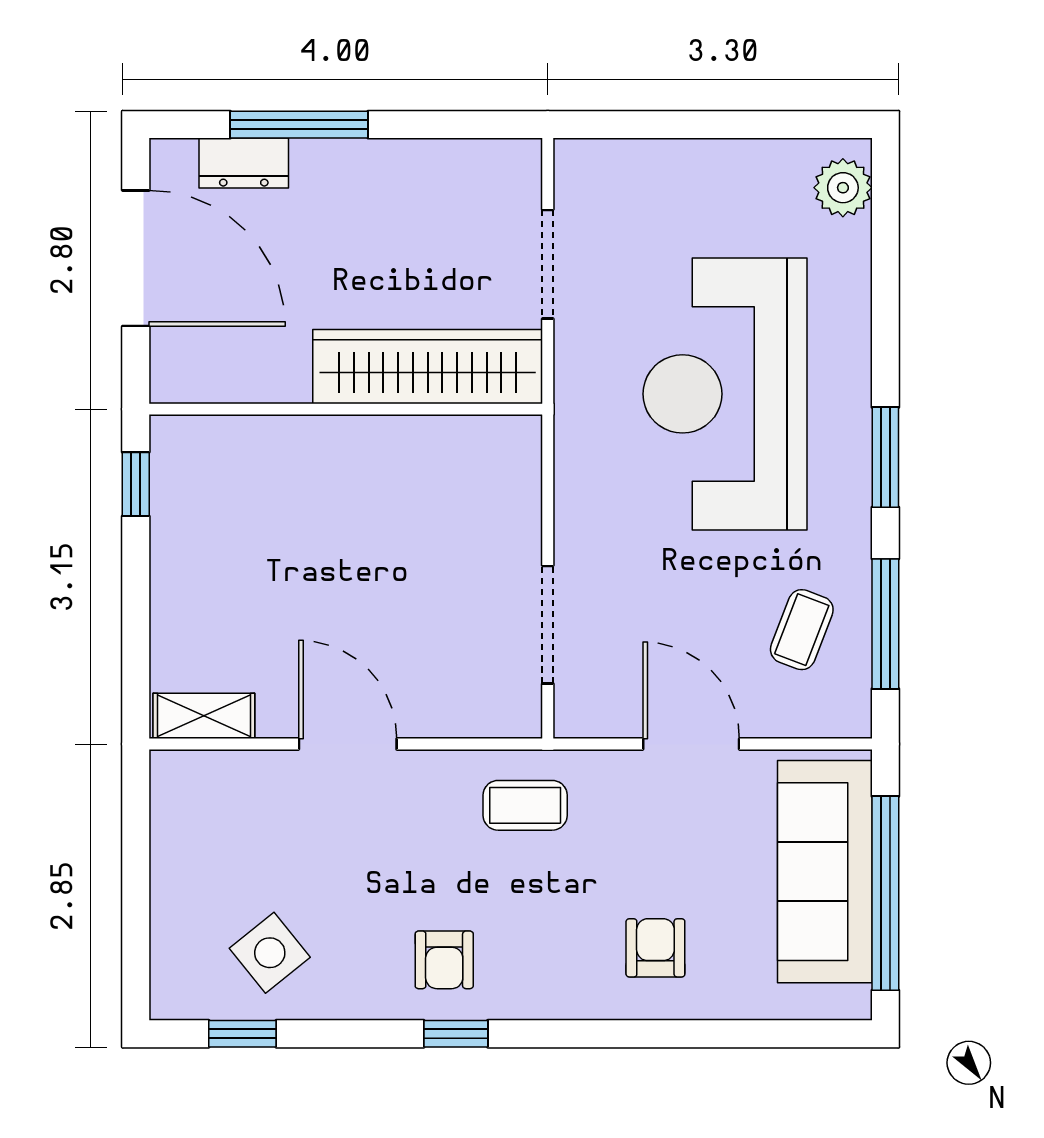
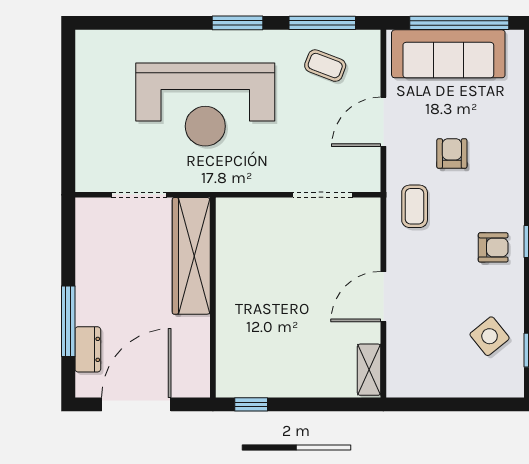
plant: (843, 188) -> (100, 45), removed
armchair: (655, 948) -> (452, 154), moved, turned 90

